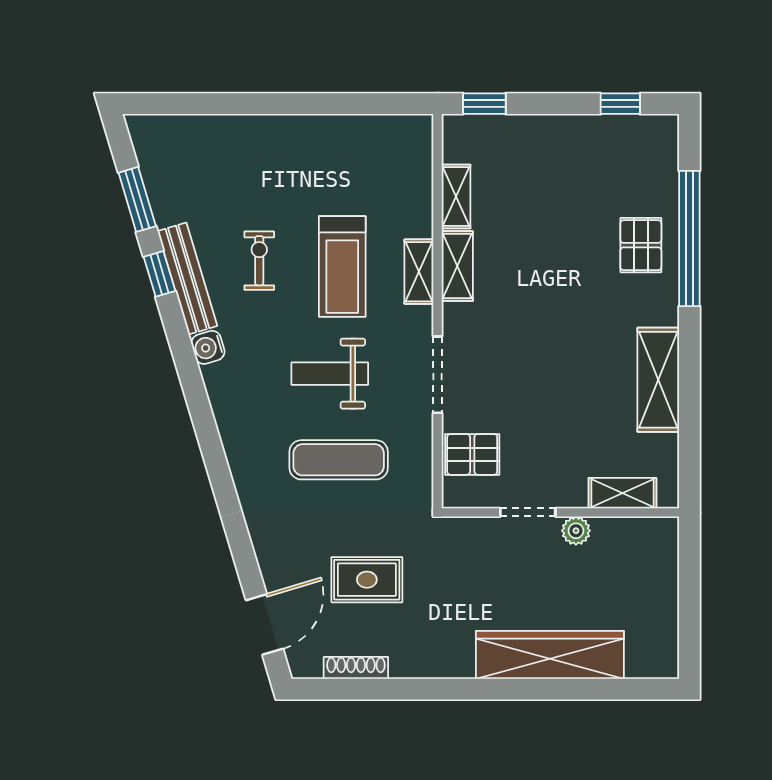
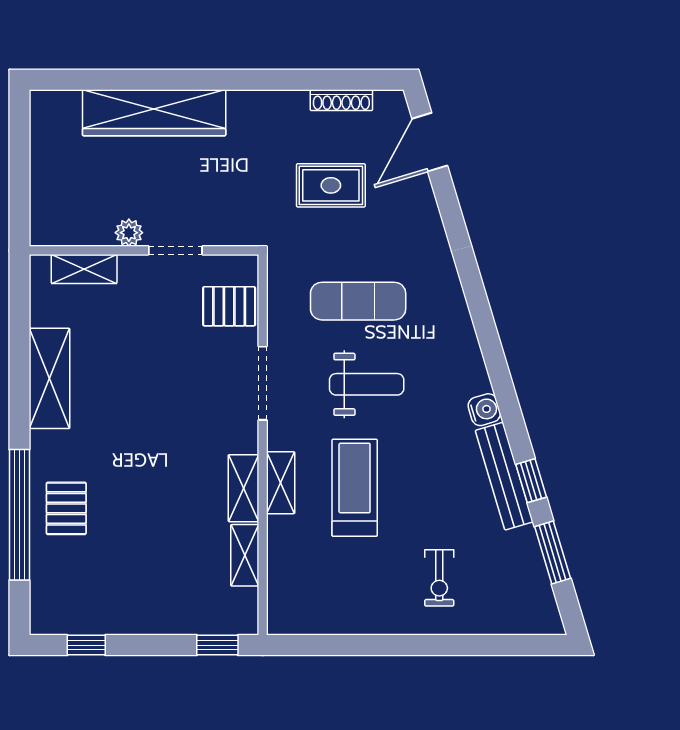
exercise bike: (259, 261) -> (439, 578), moved

